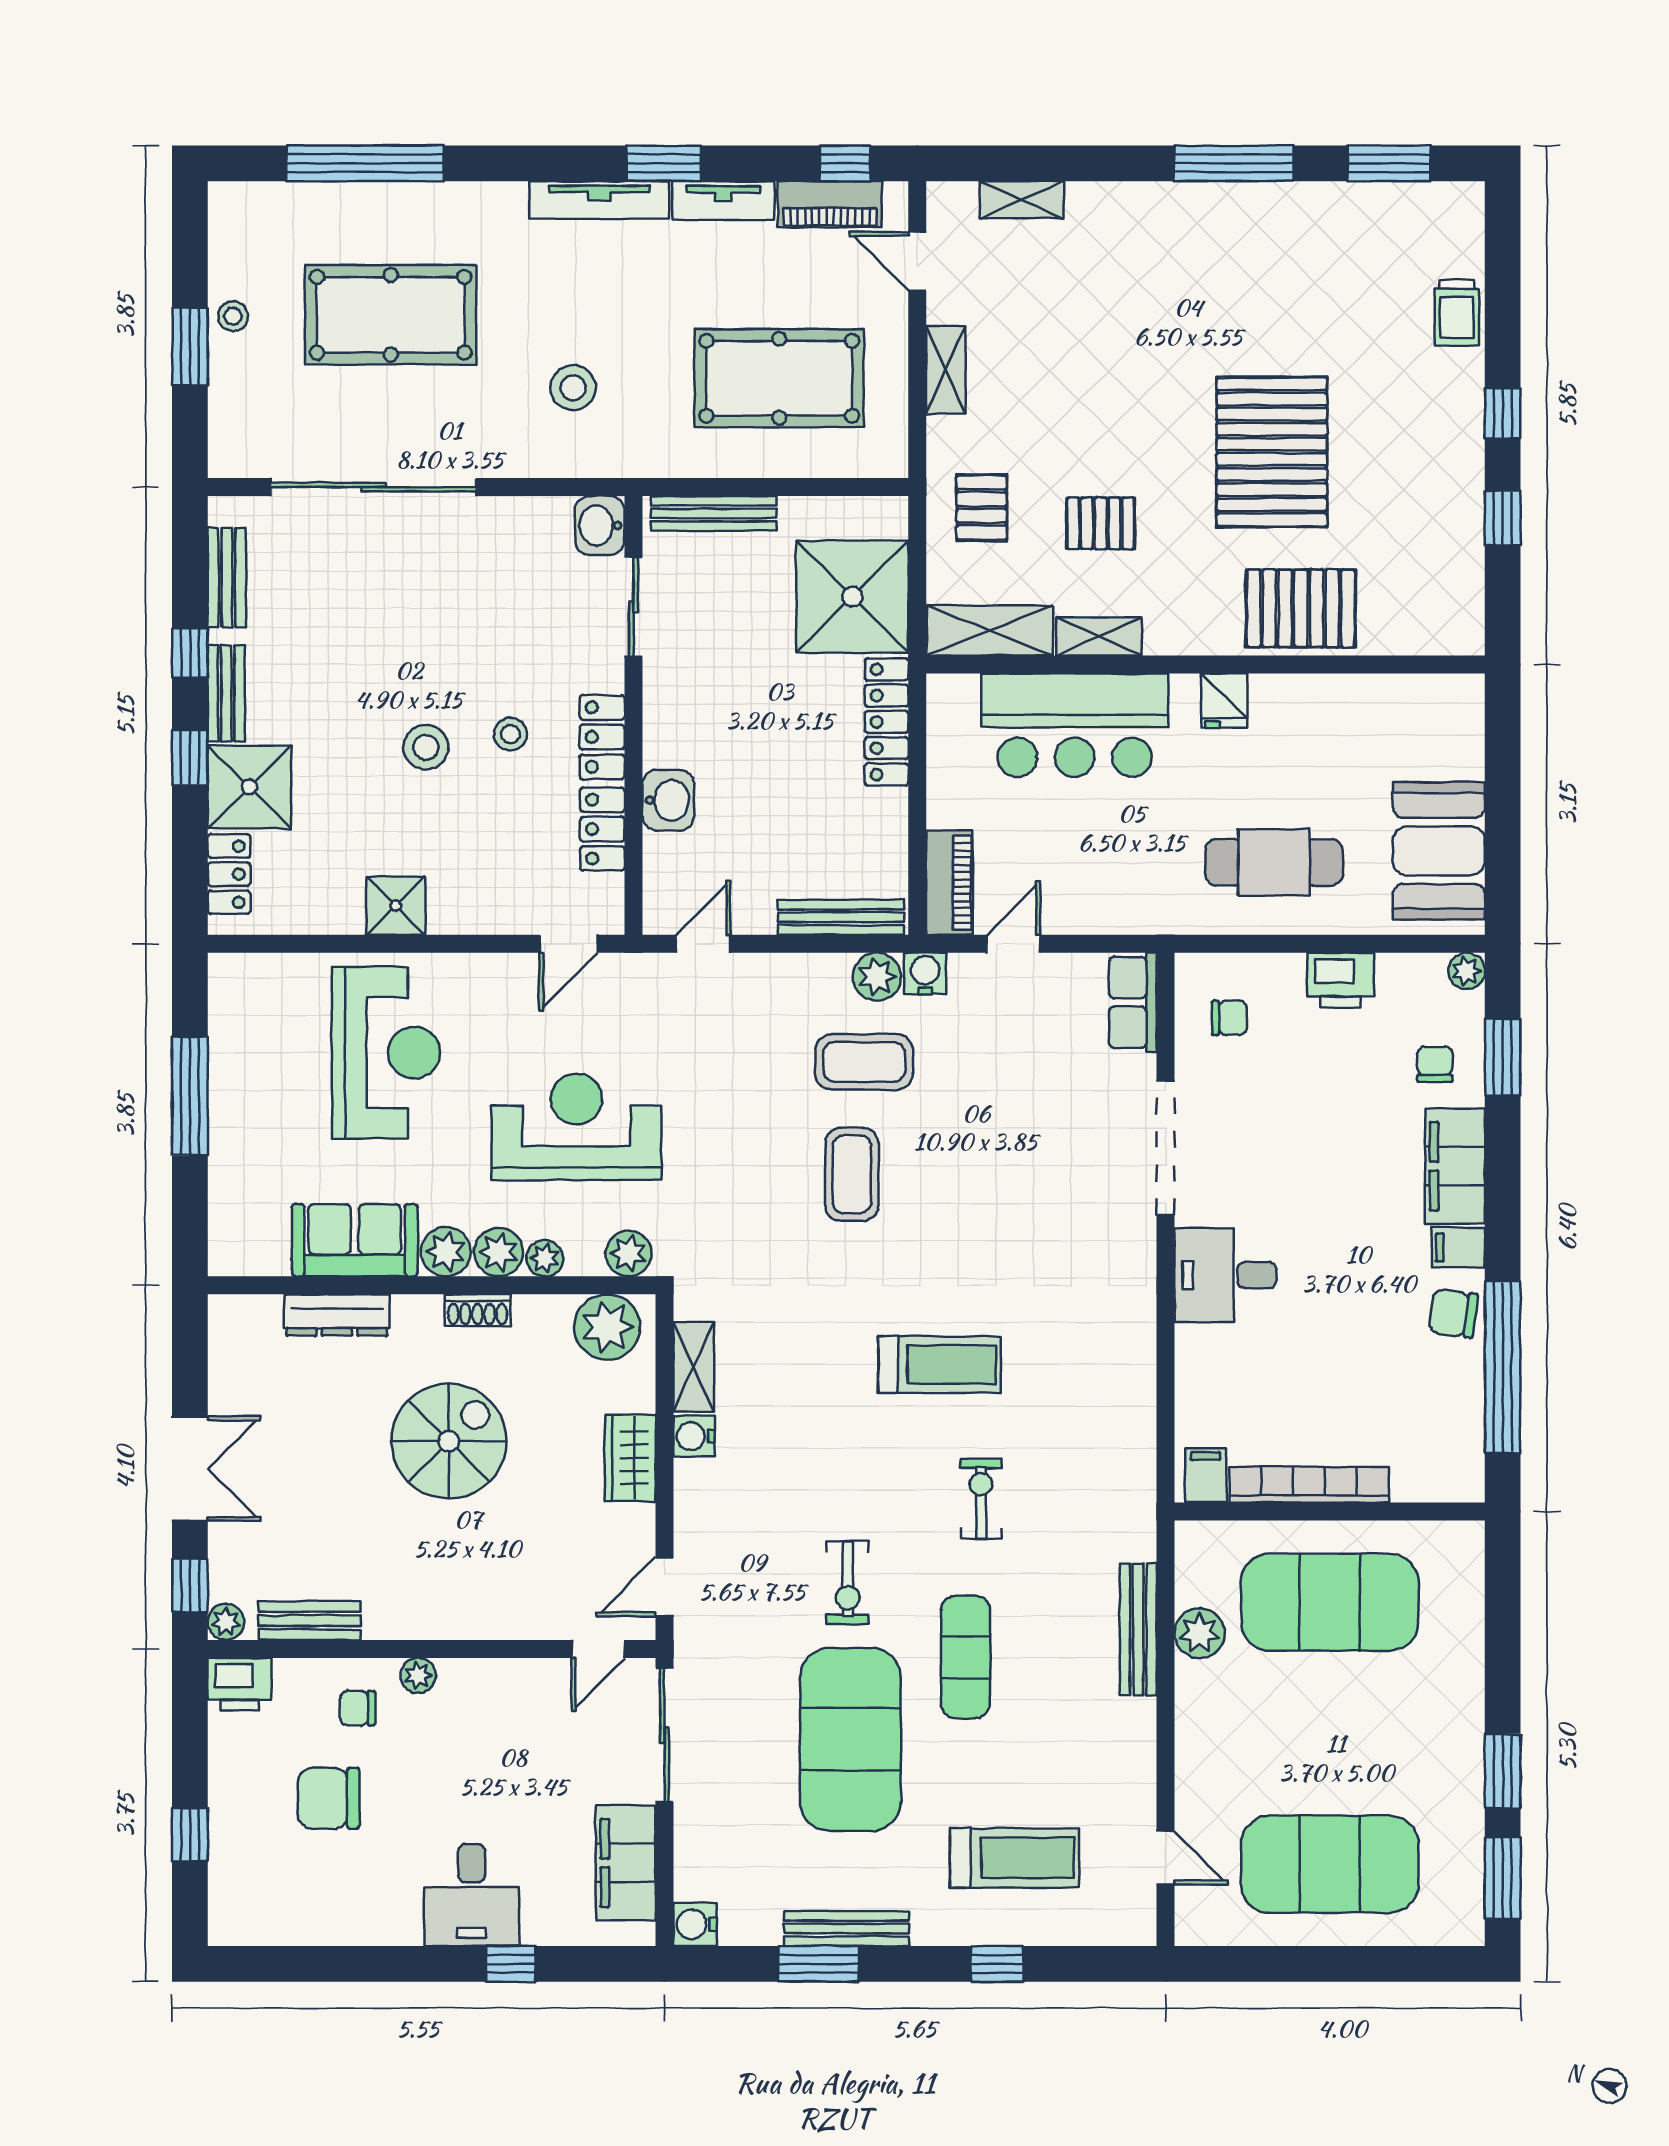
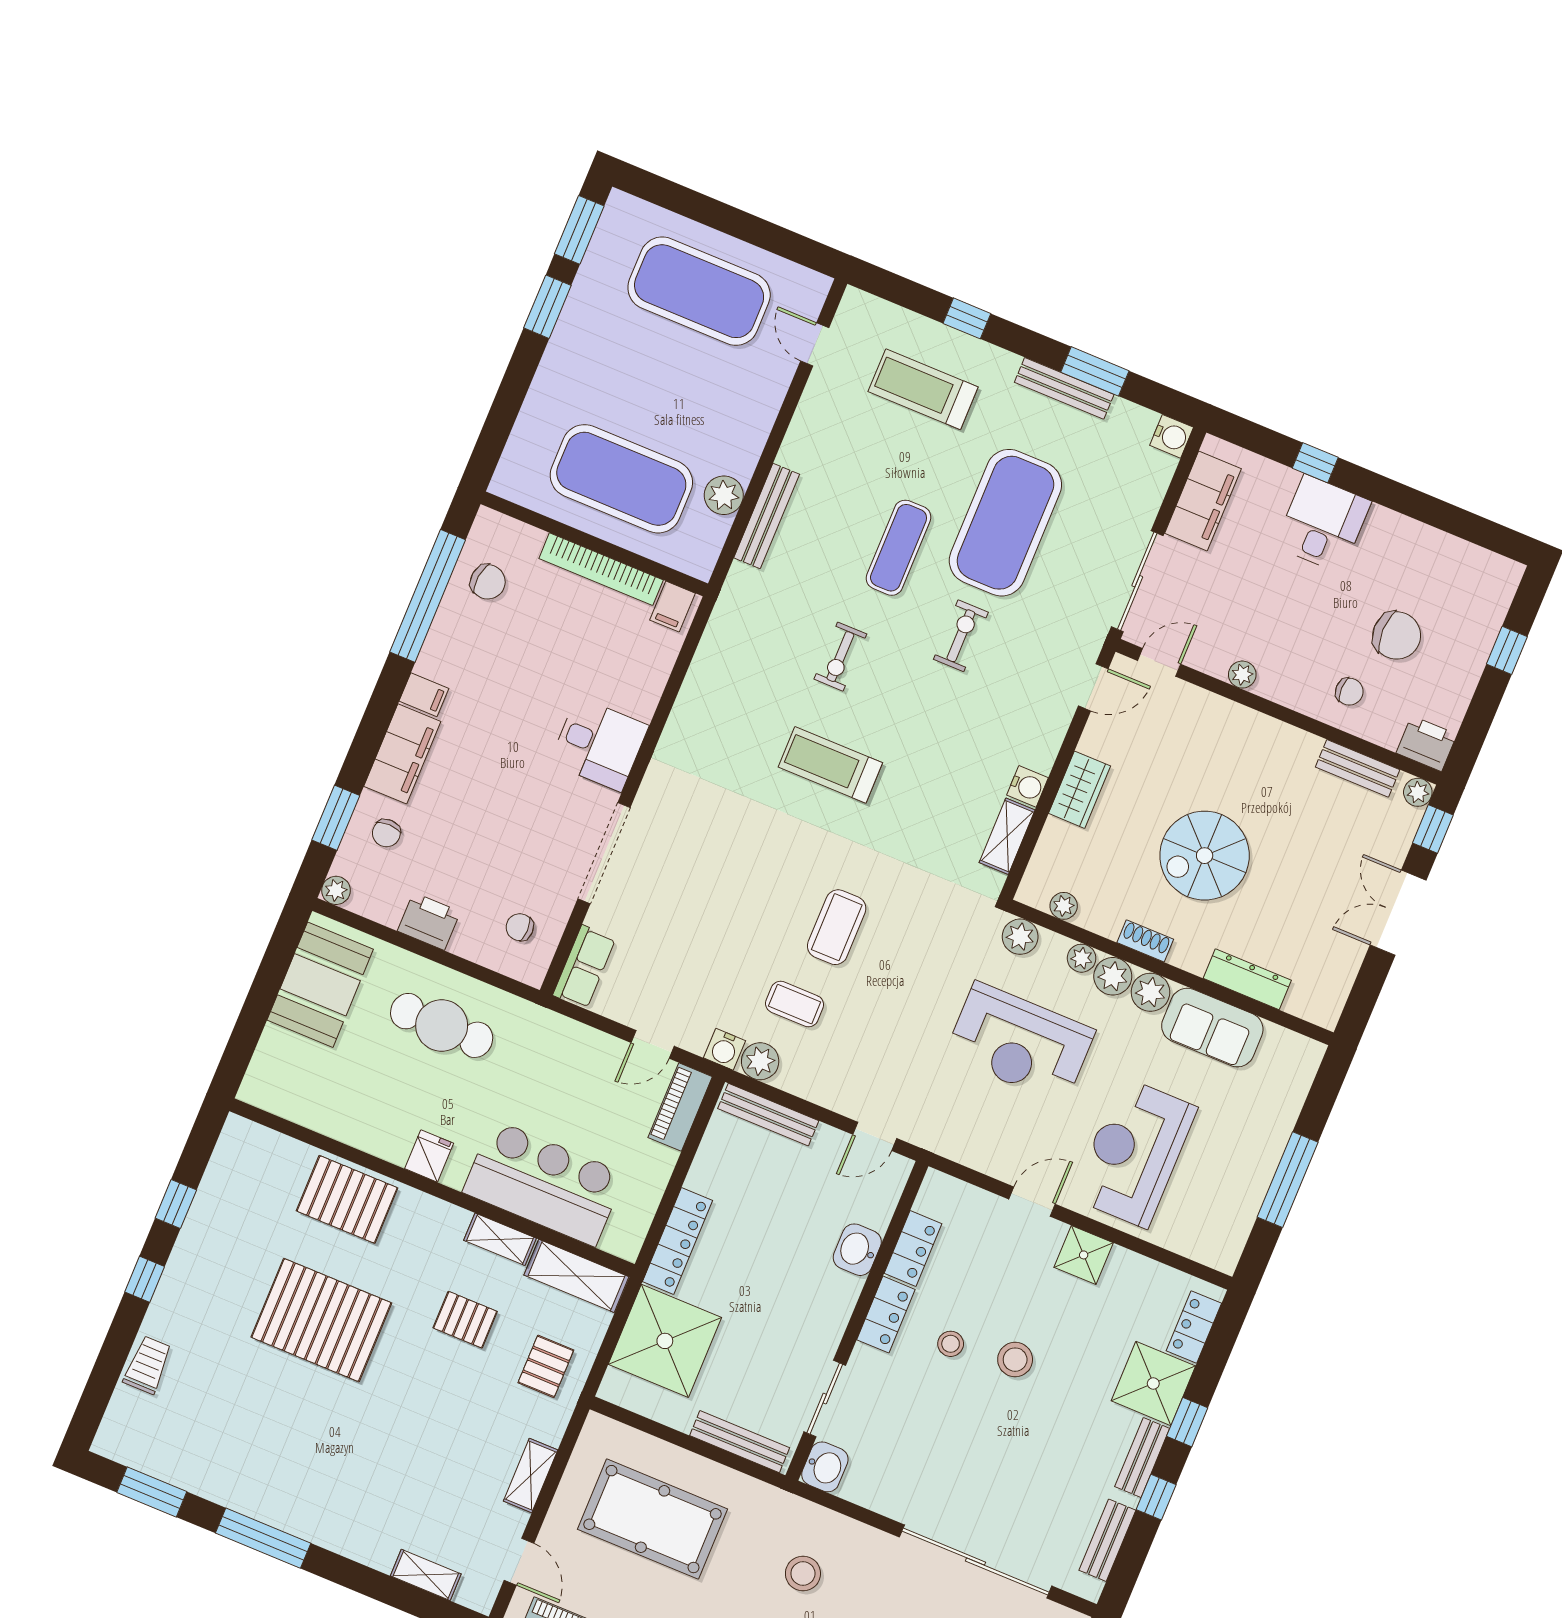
pallet: (1272, 452) -> (321, 1320), turned 90
door: (568, 944) -> (1032, 1202), moved
coffee table: (864, 1062) -> (795, 1004), width x0.73, depth x0.77
chair: (1453, 1313) -> (488, 582), moved
plant: (607, 1327) -> (1064, 906), width x0.53, depth x0.53
plant: (418, 1675) -> (1242, 675), moved

